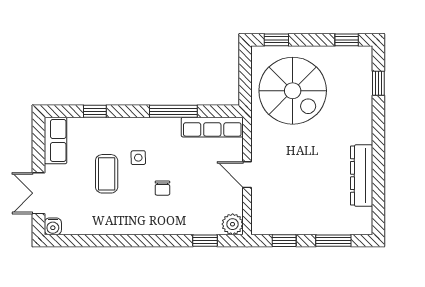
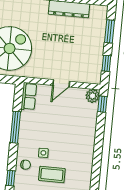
row of seats: (212, 127) -> (29, 96), width x0.68
chair: (162, 188) -> (26, 165), moved
window: (205, 241) -> (102, 104), moved

